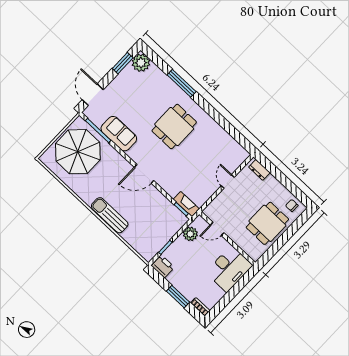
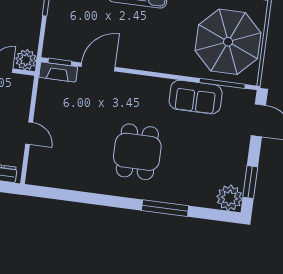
door: (144, 174) -> (98, 67), moved
plant: (190, 234) -> (26, 60), moved

